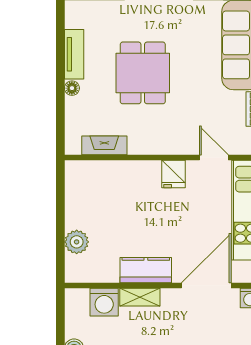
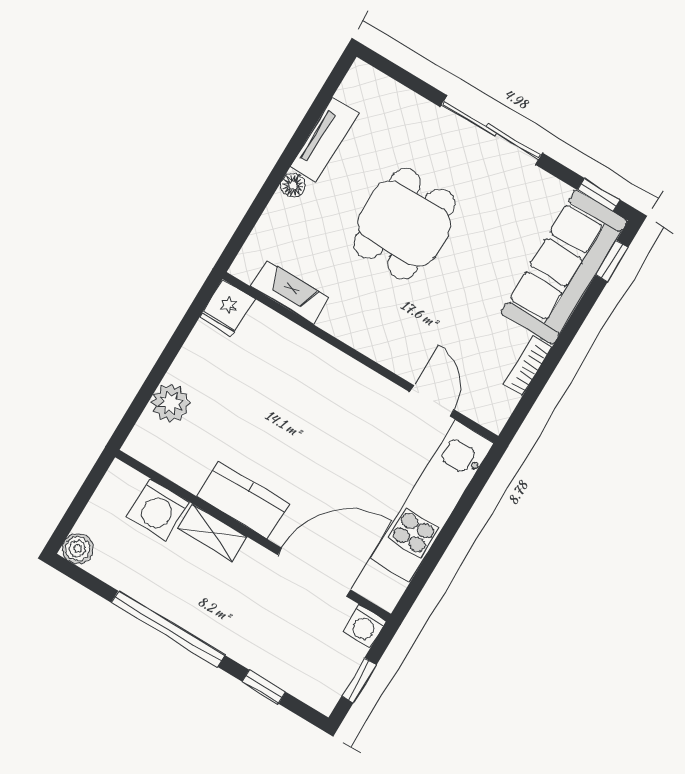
fridge: (174, 174) -> (227, 308), moved

